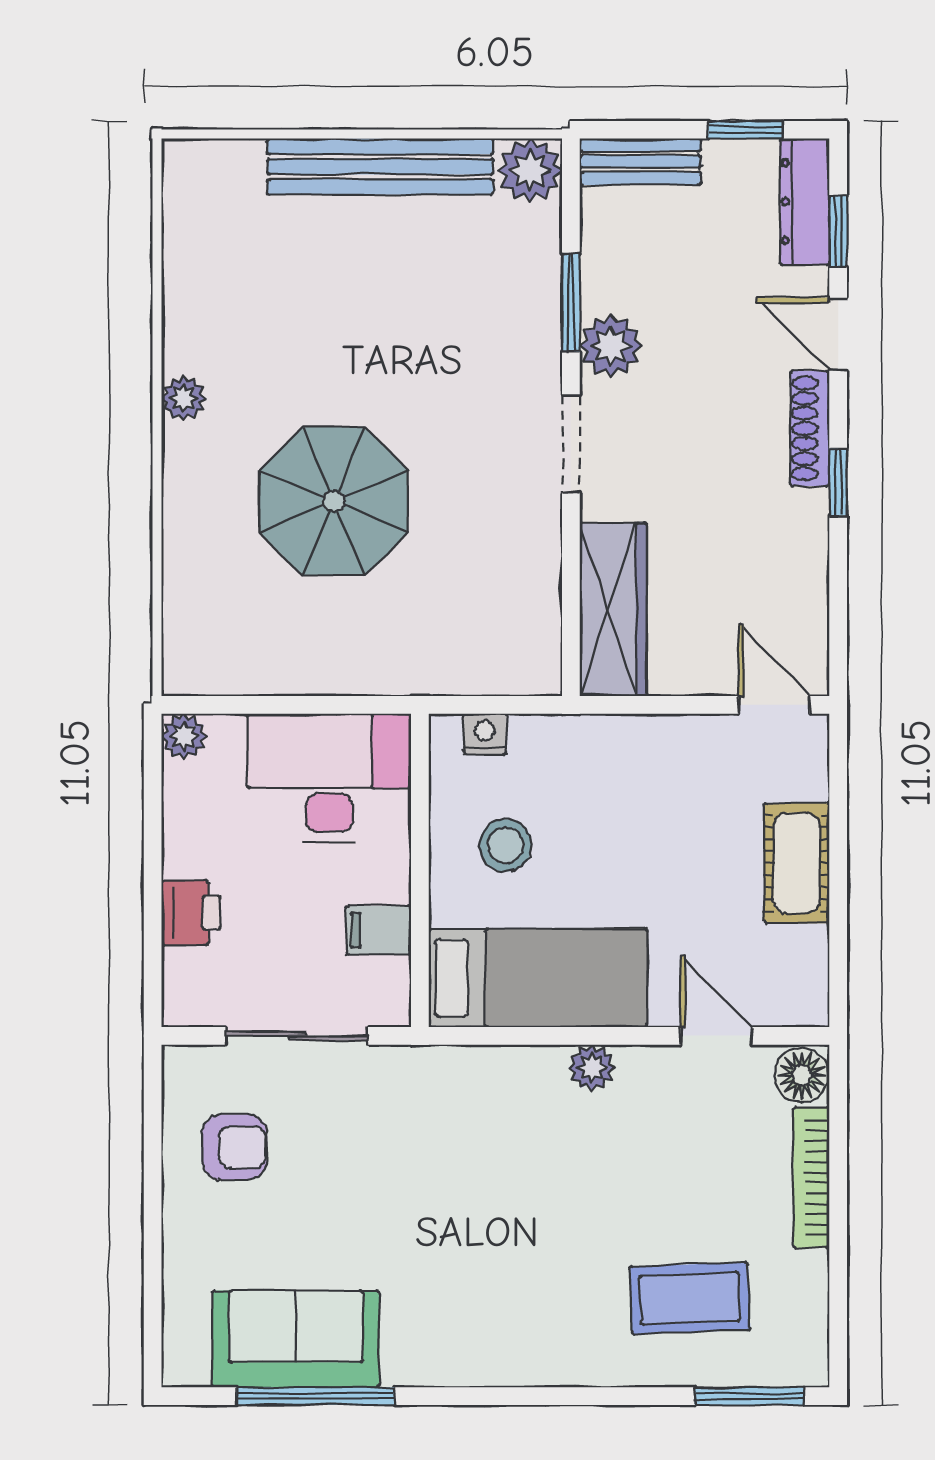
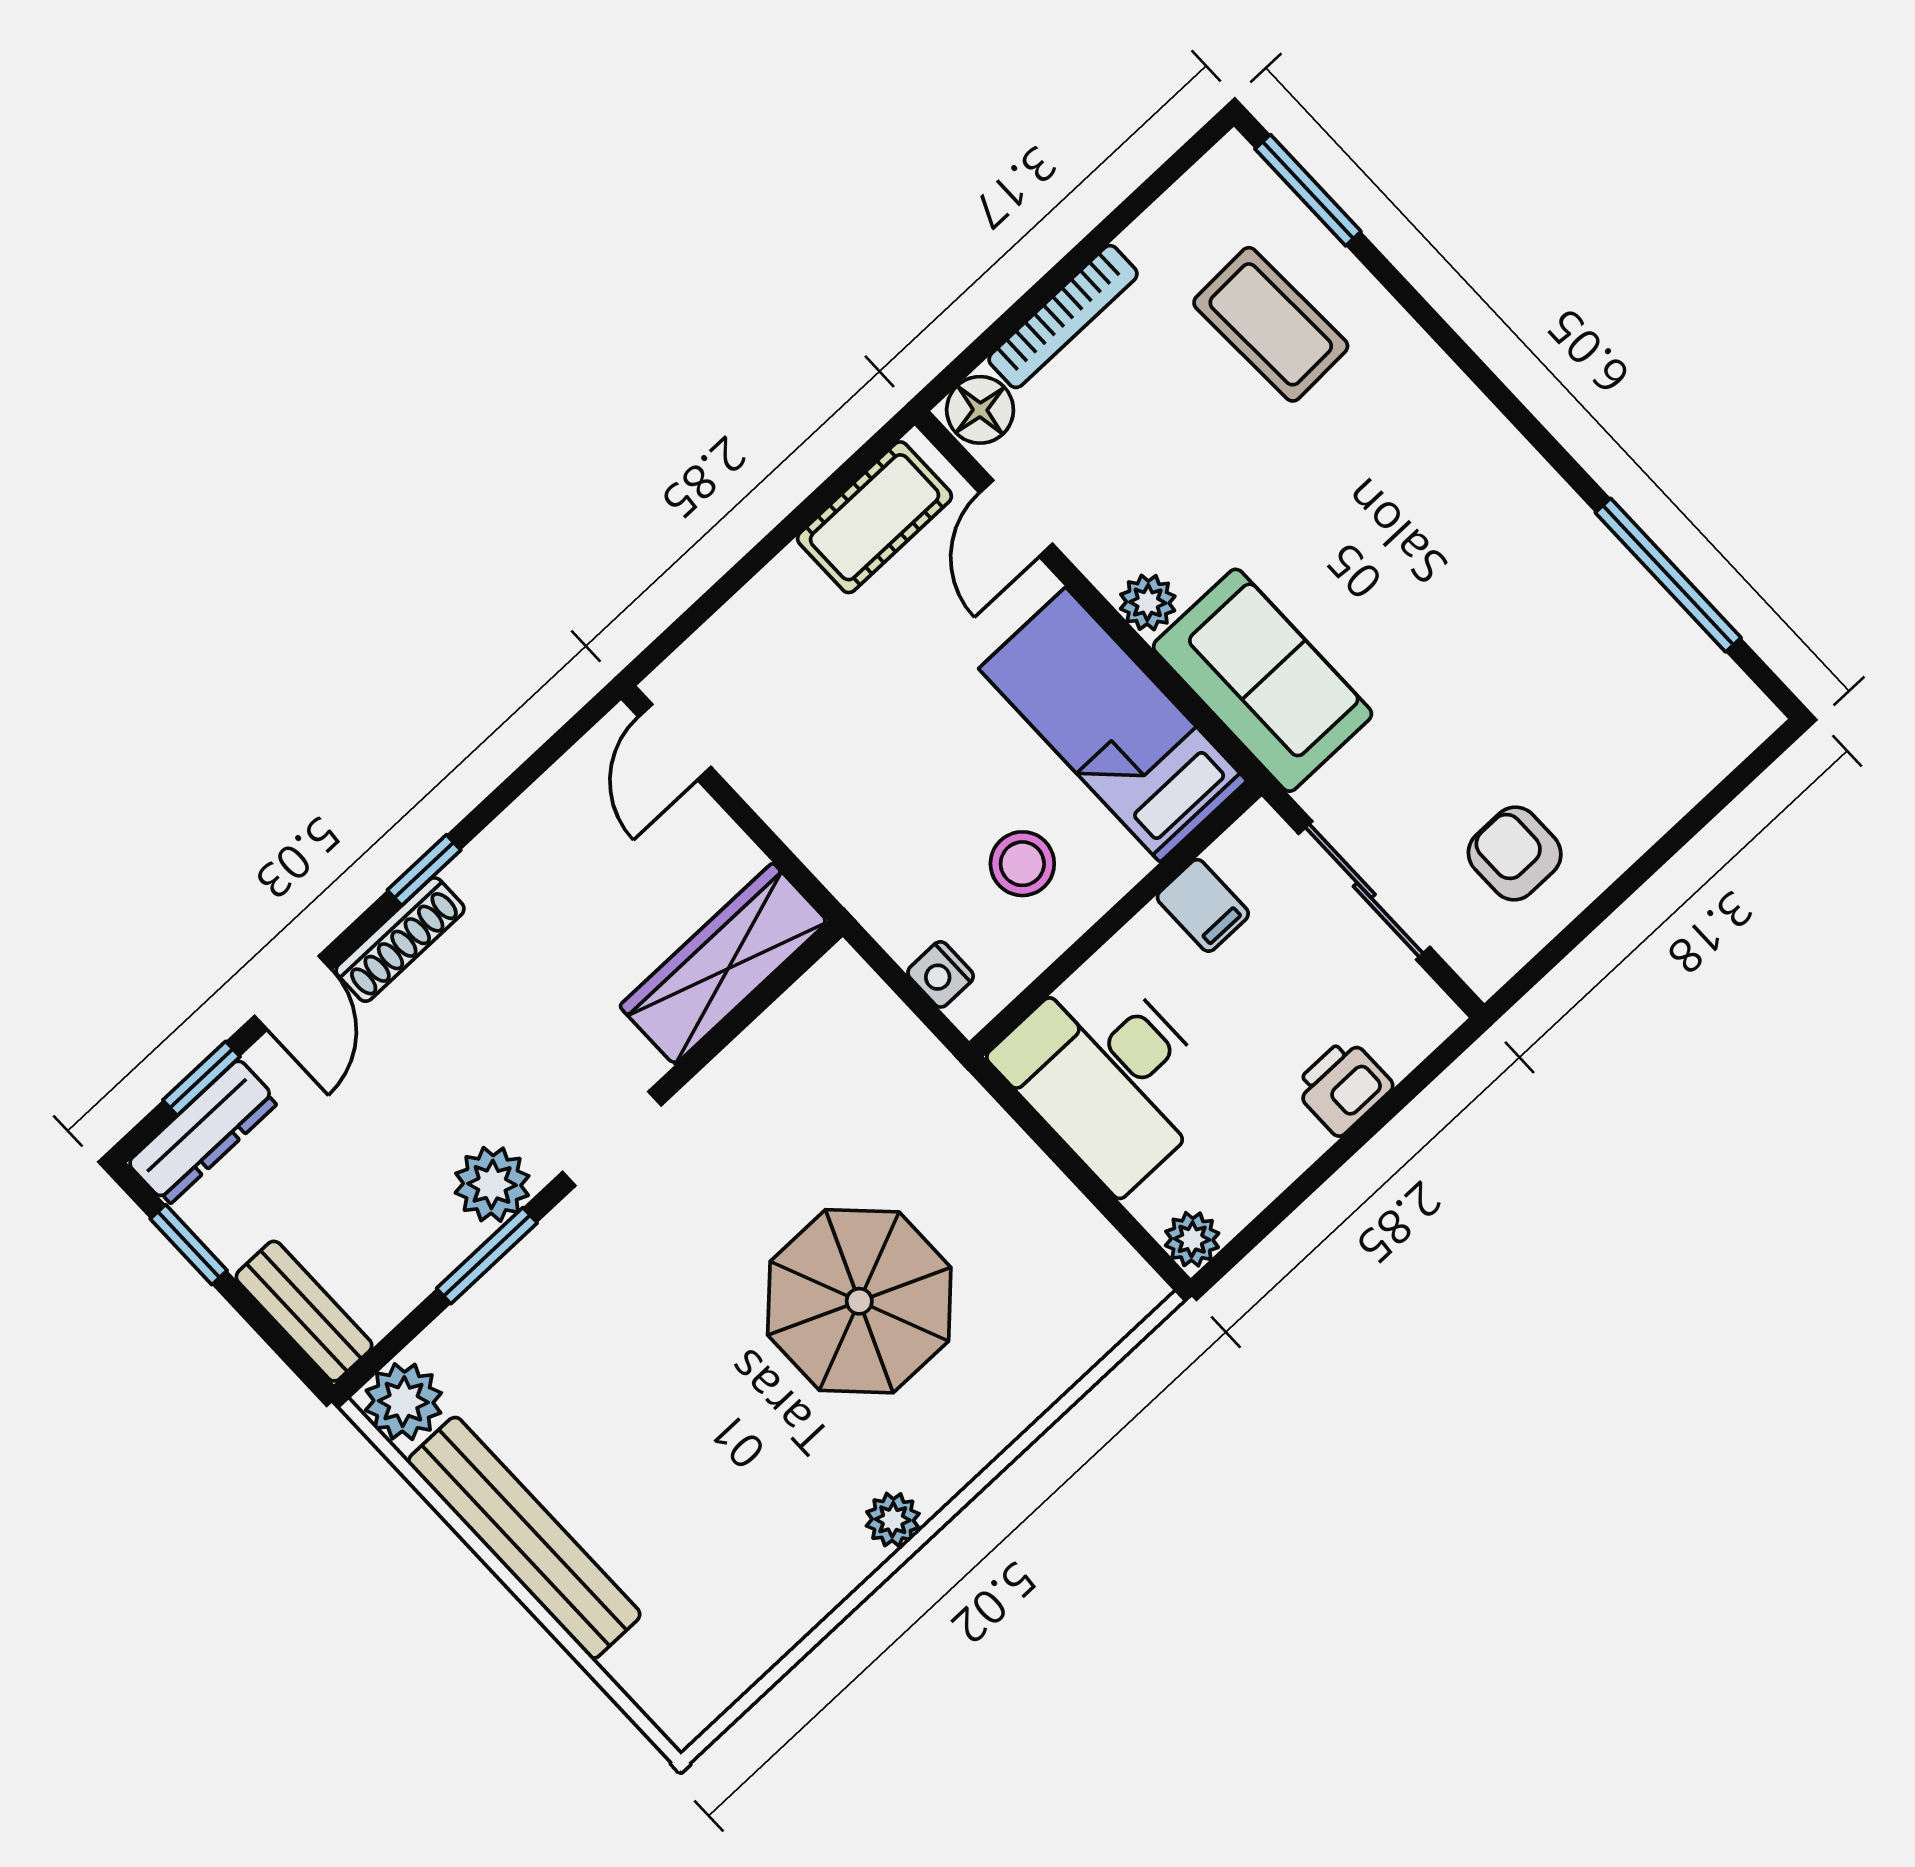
cot: (797, 863) -> (874, 517), moved
sofa: (296, 1339) -> (1263, 680), moved, turned 180

